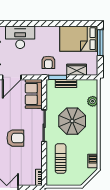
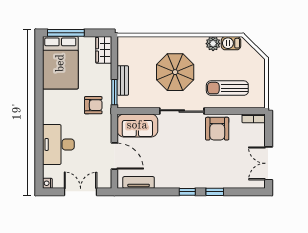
wardrobe: (77, 70) -> (104, 50), moved
plant: (93, 101) -> (213, 44), moved
armchair: (15, 138) -> (217, 129), moved, turned 180

